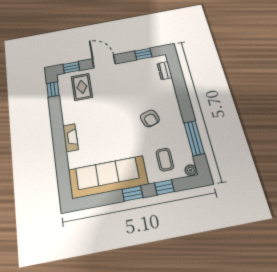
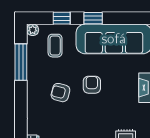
armchair: (150, 118) -> (60, 93), turned -57
armchair: (122, 131) -> (92, 85), added

